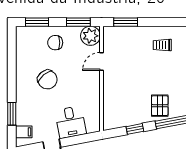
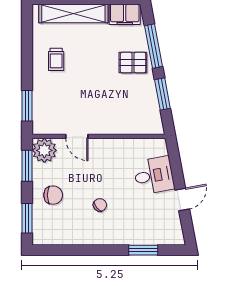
chair: (55, 43) -> (53, 195), turned -90
chair: (47, 80) -> (100, 205), width x0.54, depth x0.54
window: (135, 129) -> (162, 94), width x1.50
filing cabinet: (24, 132) -> (166, 235), removed

